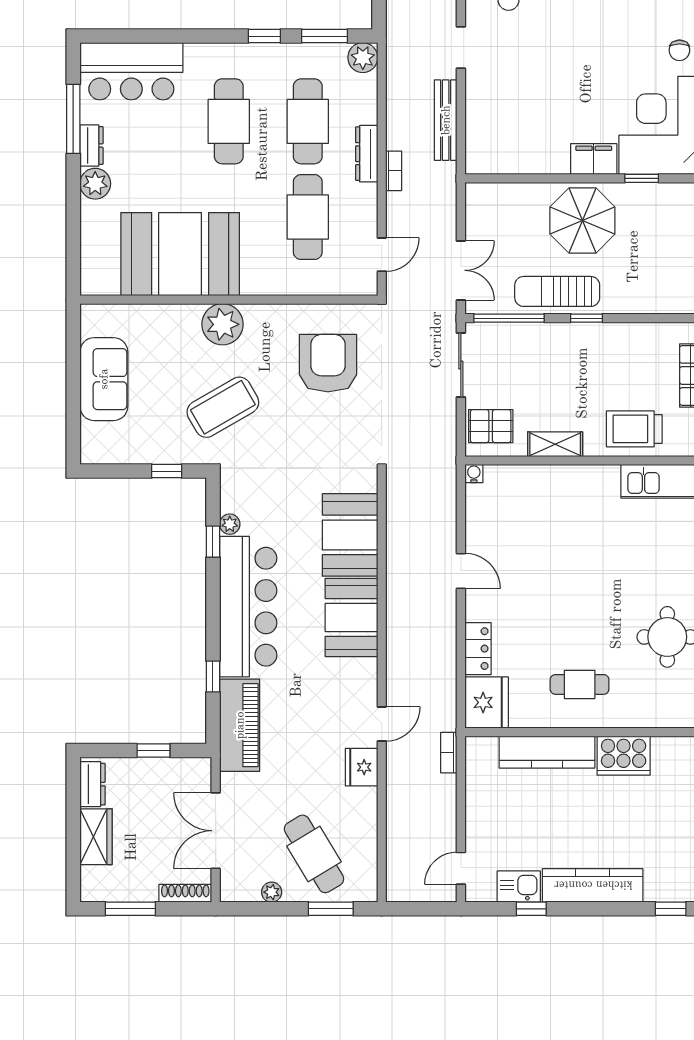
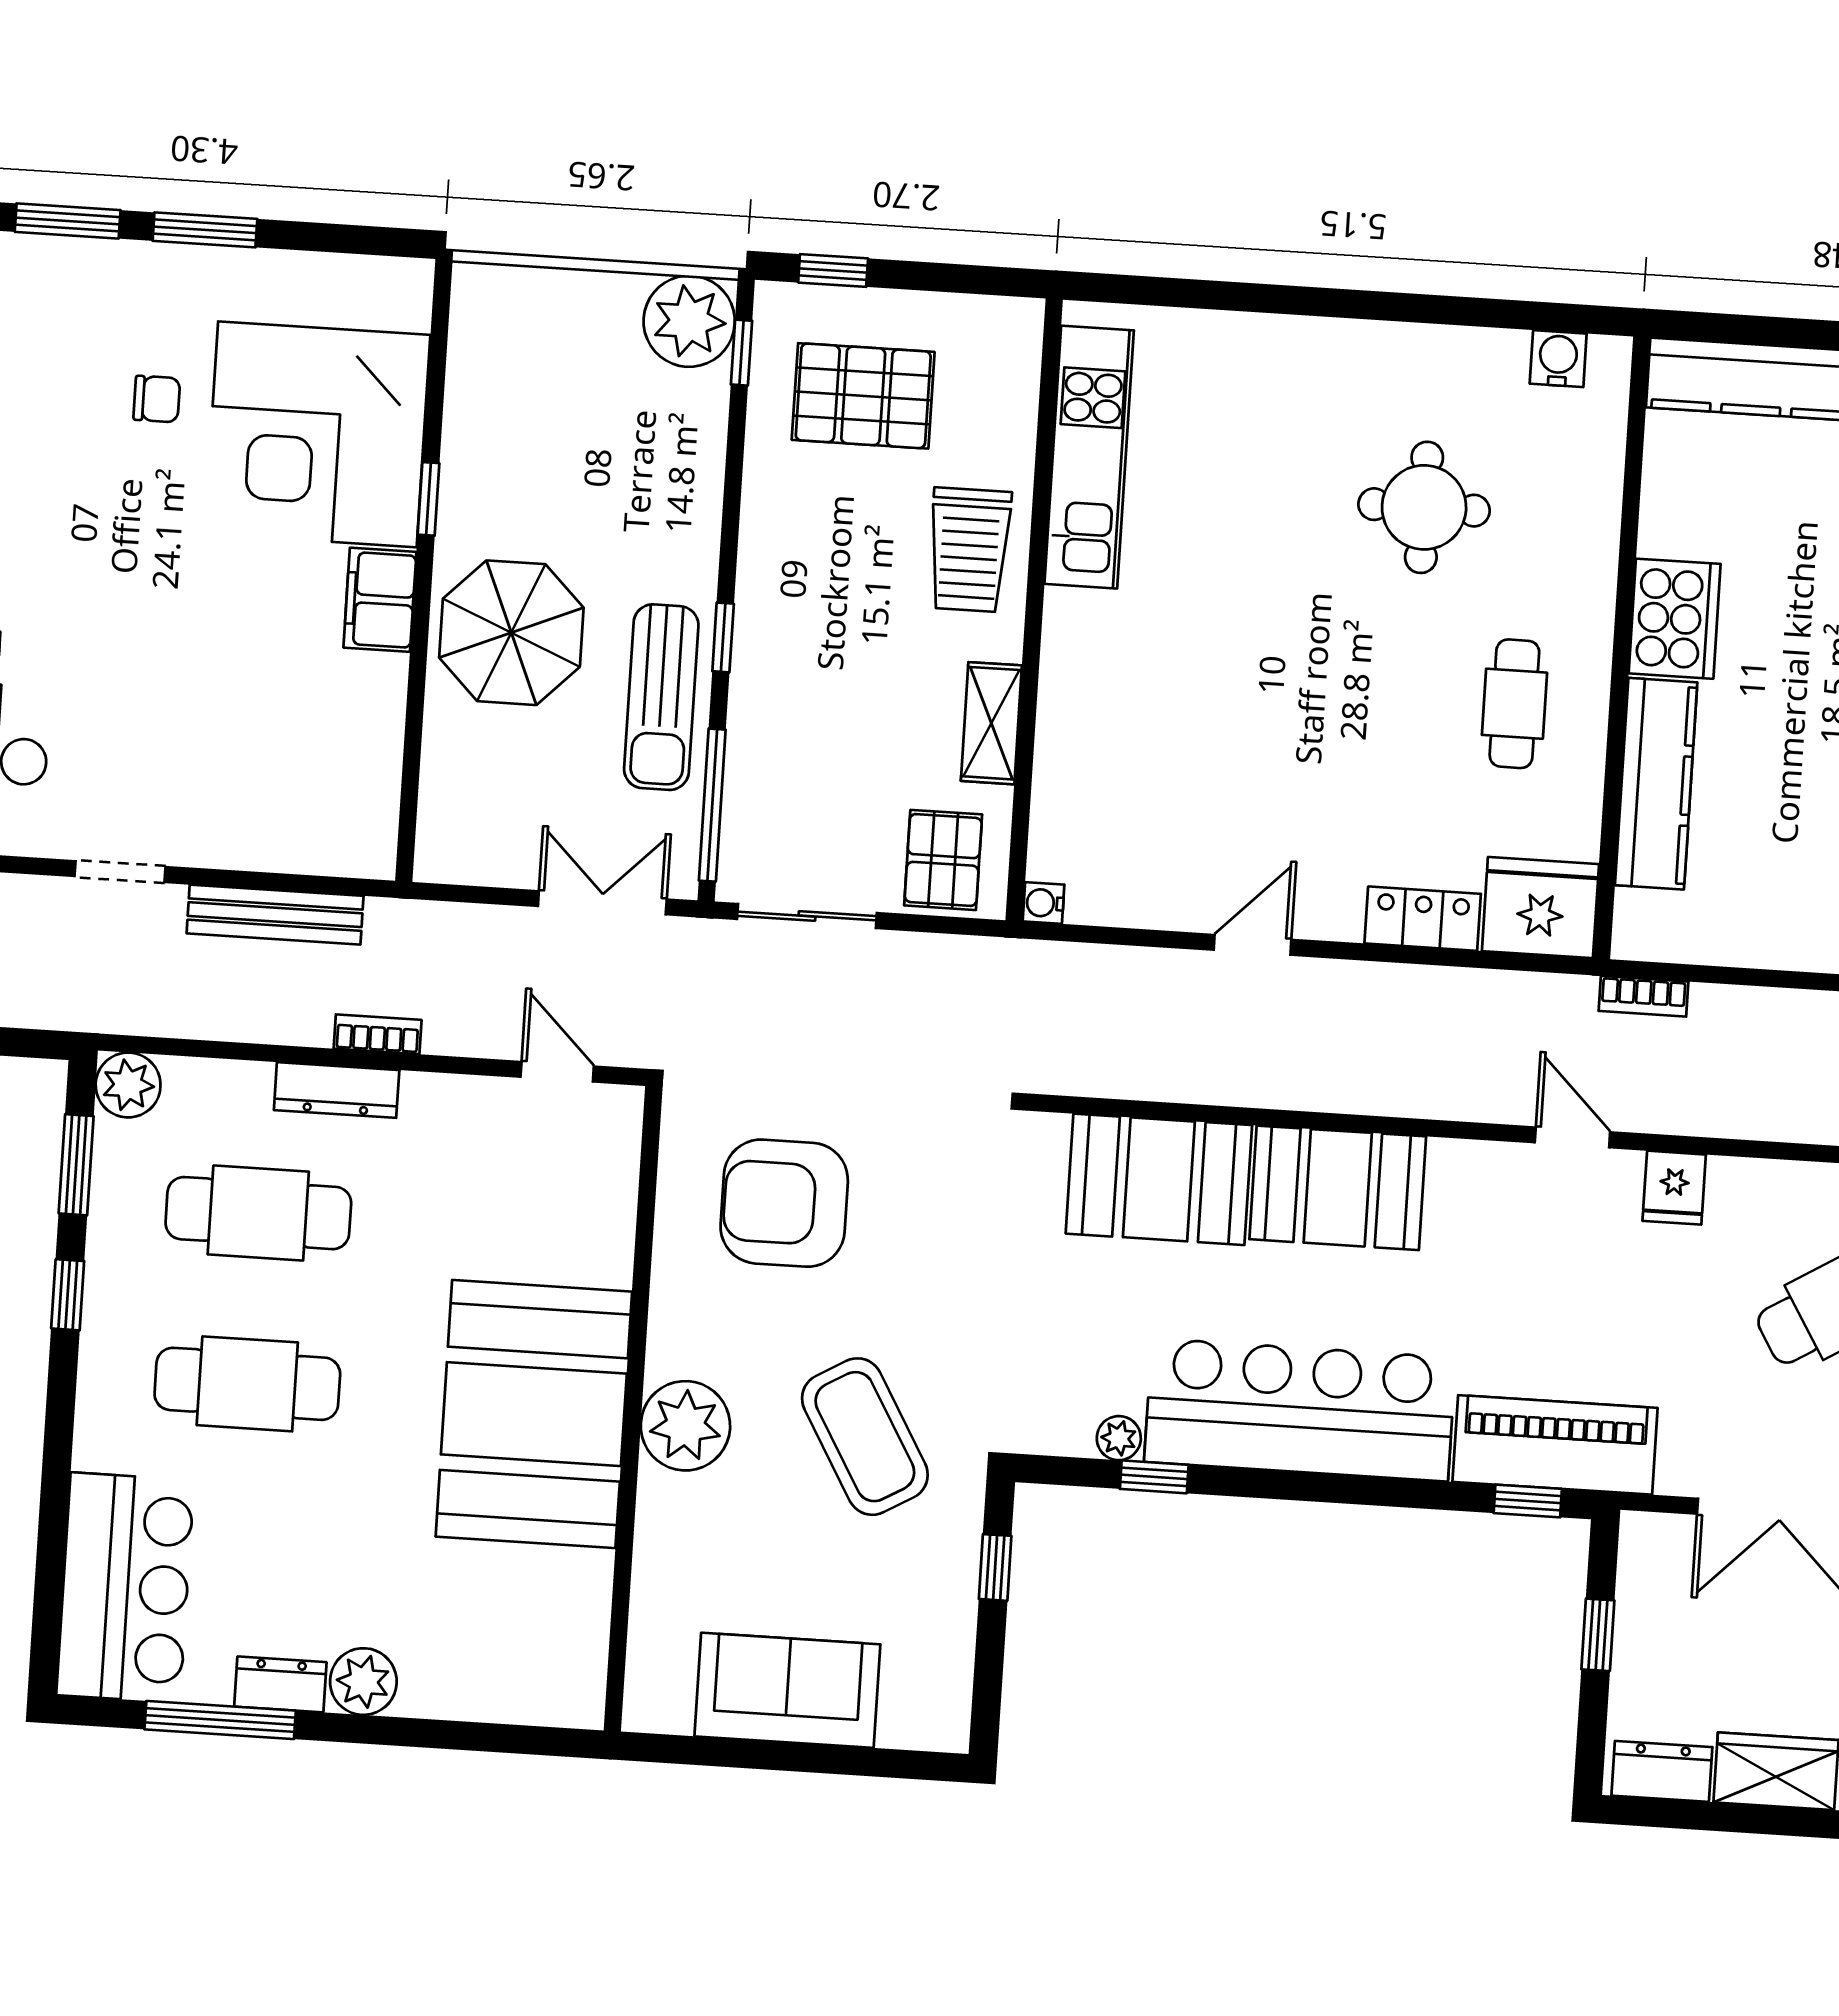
cafe table: (308, 217) -> (465, 1226), removed
booth: (180, 254) -> (534, 1414), moved
window: (213, 677) -> (1528, 1501), moved
fridge: (362, 767) -> (1674, 1188), width x0.72

